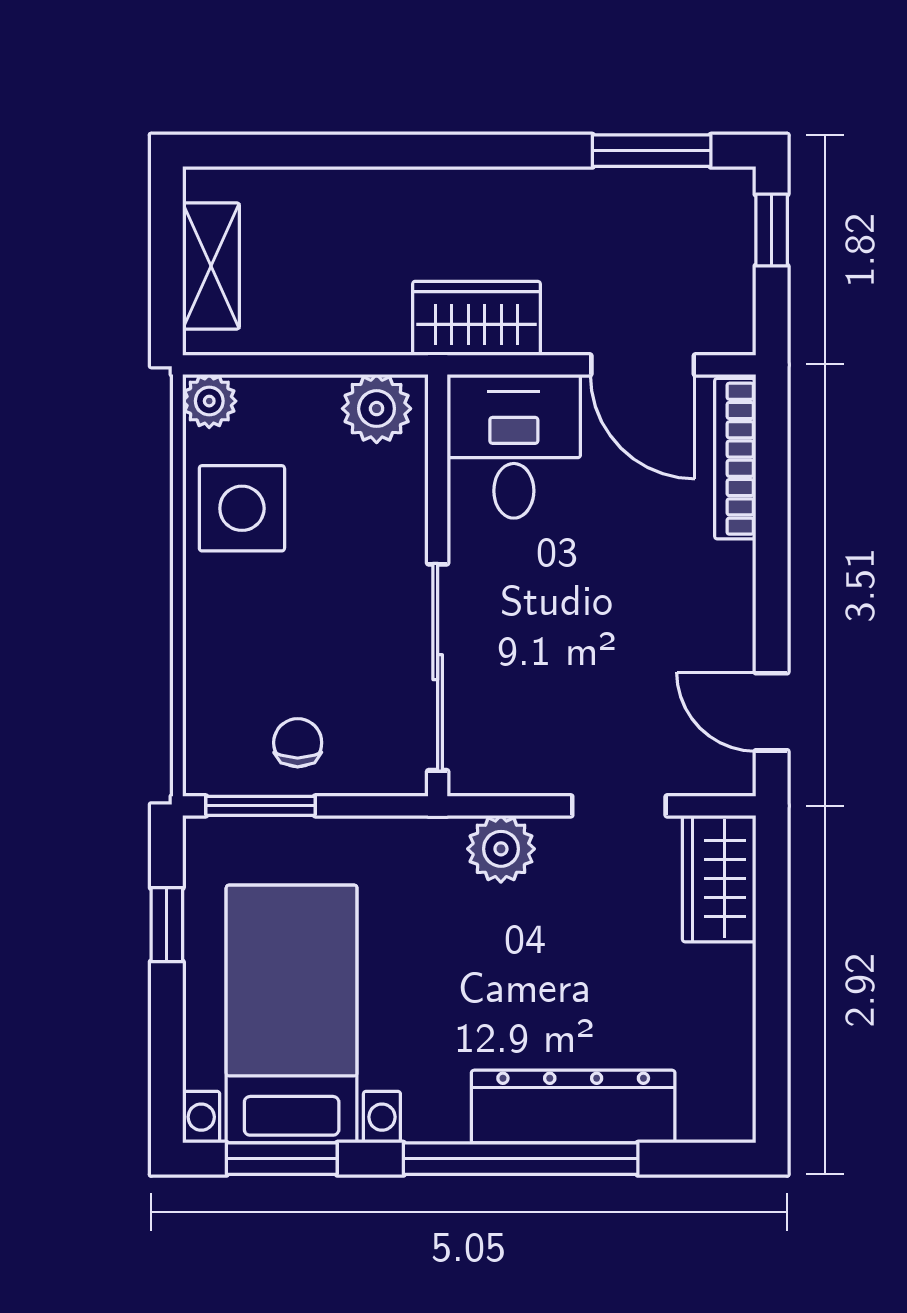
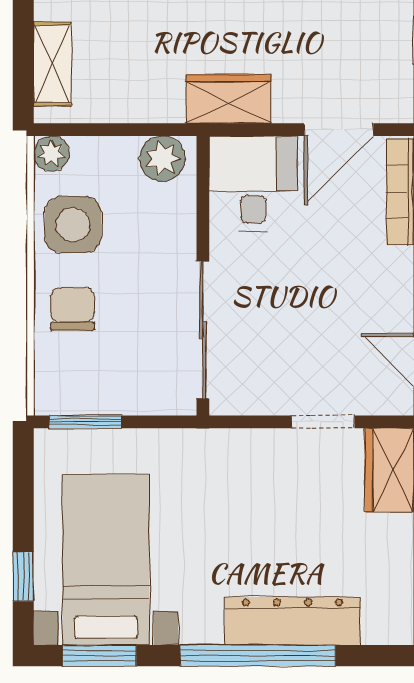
door: (643, 365) -> (339, 130), hinge flipped
chair: (298, 743) -> (73, 309), moved, width x1.37, depth x1.37
plant: (501, 849) -> (245, 450), removed
window: (167, 925) -> (23, 577), moved

